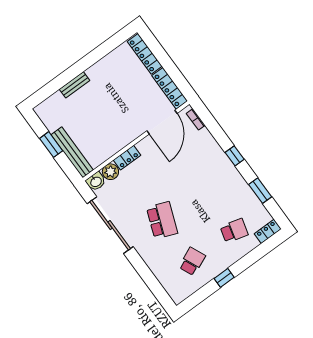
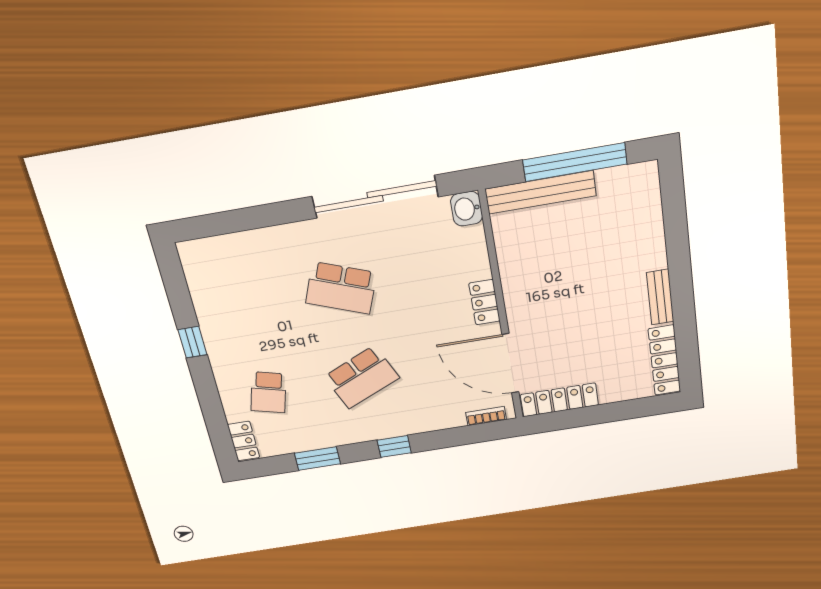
locker: (145, 54) -> (665, 360), moved, turned -90
bench: (74, 85) -> (660, 297), moved
window: (51, 145) -> (575, 162), width x2.11
locker: (127, 158) -> (485, 302), moved
plant: (110, 172) -> (471, 242), removed
school desk: (192, 261) -> (362, 377), moved, width x1.85

